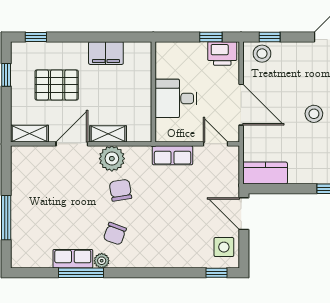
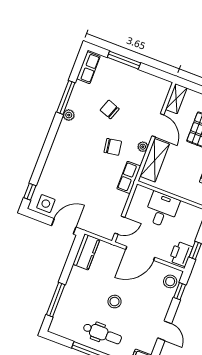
shelving: (108, 134) -> (155, 160), width x1.50, depth x1.33
row of seats: (173, 155) -> (129, 177), moved
plant: (112, 159) -> (143, 147), width x0.53, depth x0.53
chair: (115, 234) -> (110, 109), moved
row of seats: (73, 259) -> (88, 68), moved

